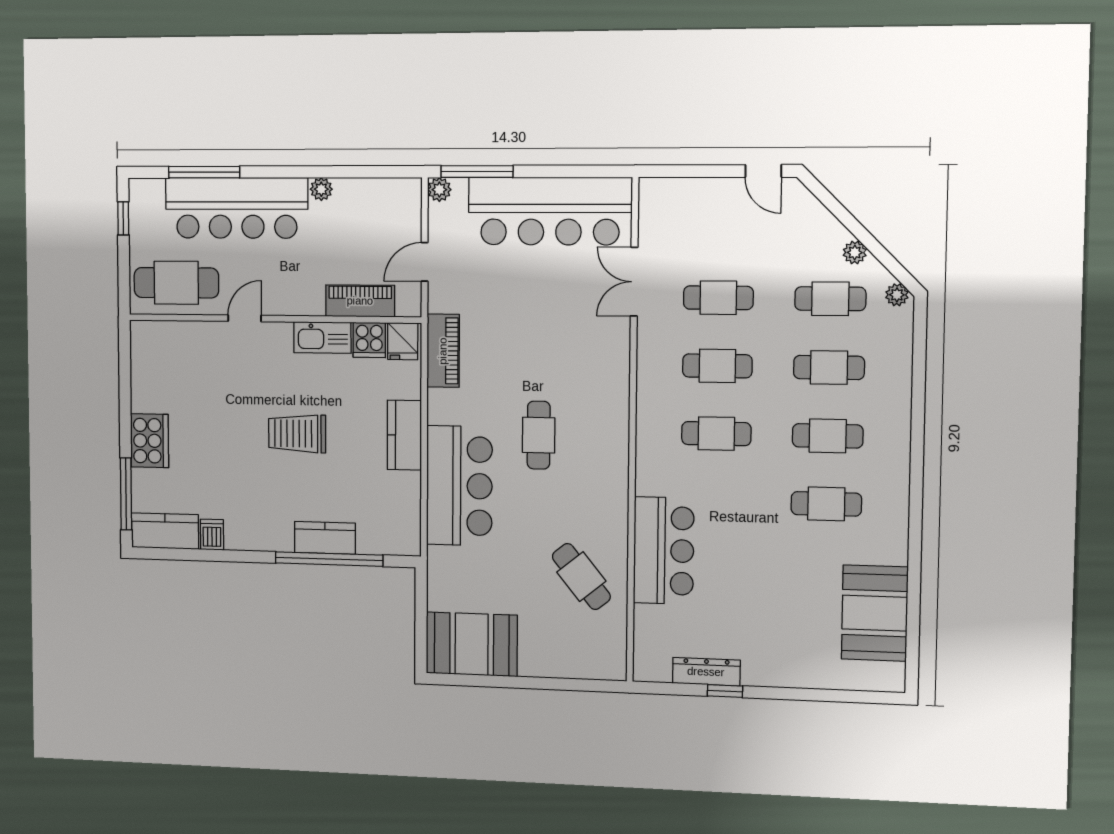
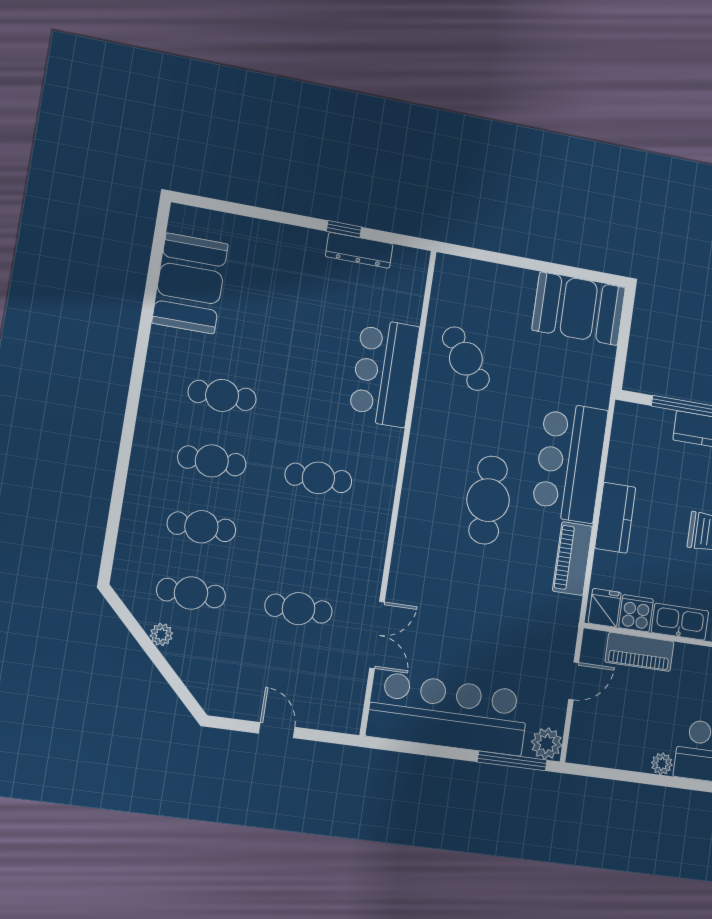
door: (763, 171) -> (277, 730), moved
plant: (439, 190) -> (547, 744), width x1.38, depth x1.38
plant: (897, 295) -> (126, 588), removed
piano: (443, 351) -> (572, 559), moved
cafe table: (717, 366) -> (308, 543), removed
cafe table: (539, 435) -> (488, 500), width x1.37, depth x1.35

